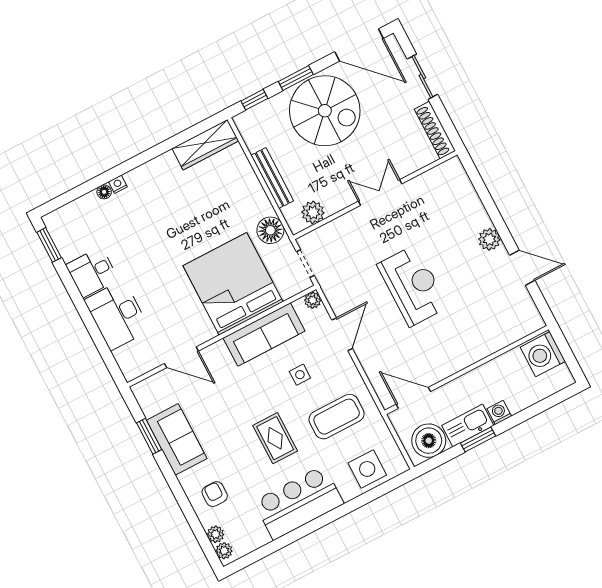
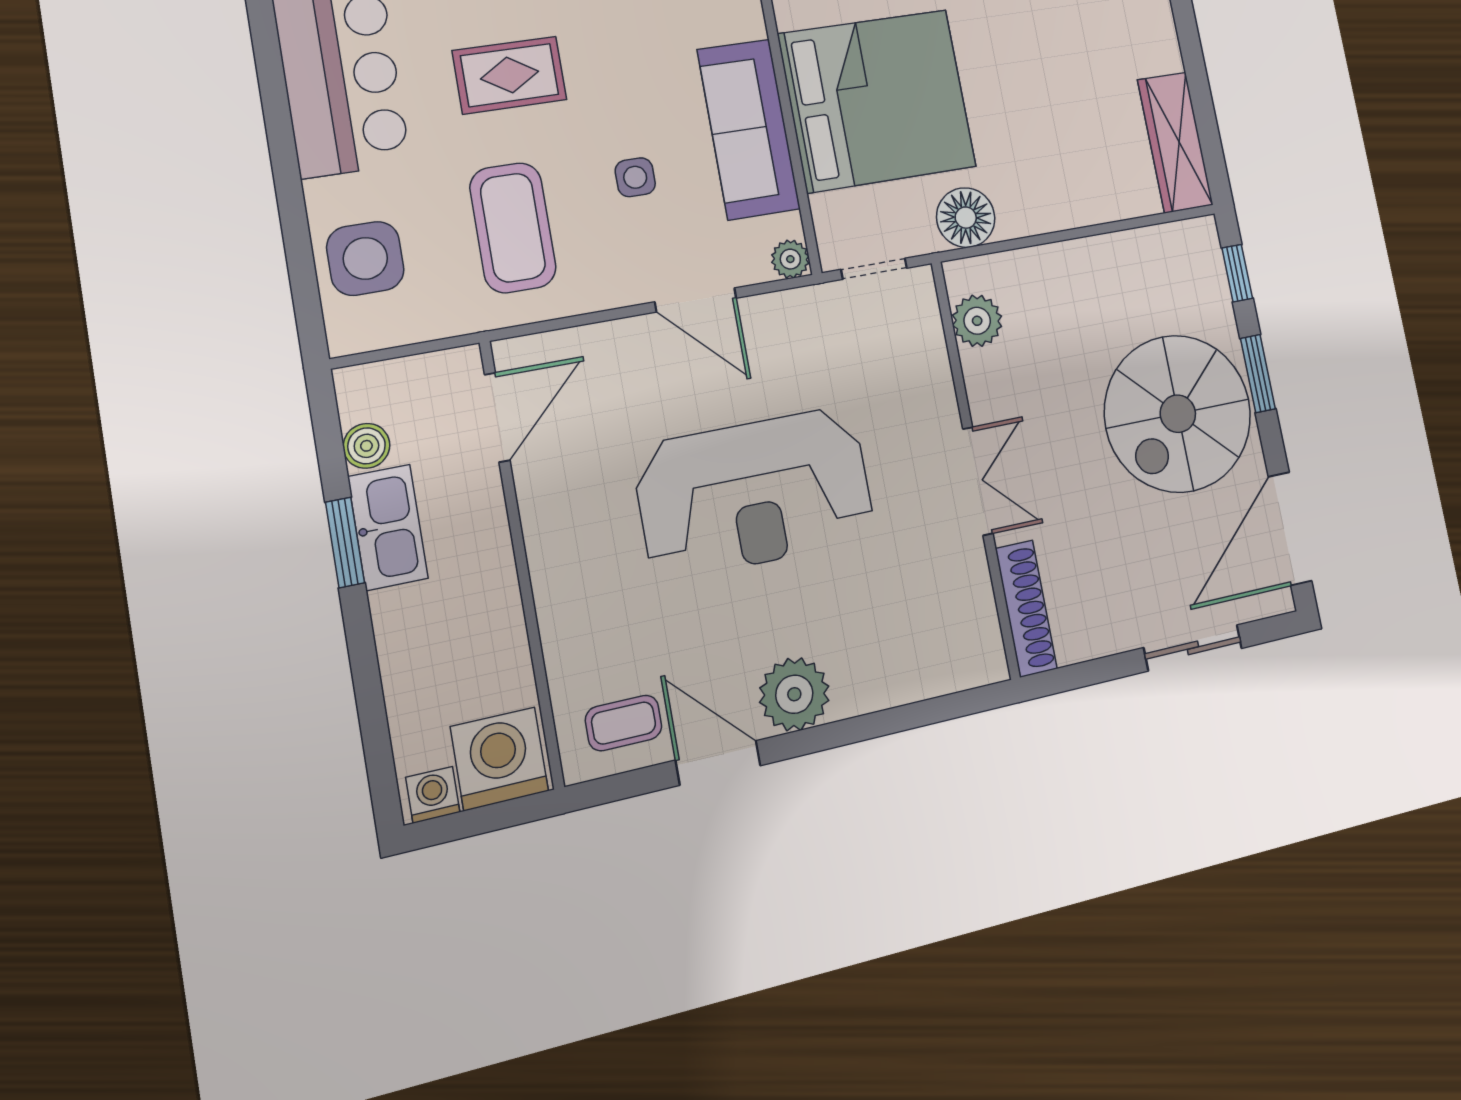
shoe rack: (435, 130) -> (1026, 609), moved, turned 90
bench: (272, 178) -> (1072, 258), removed
plant: (489, 239) -> (794, 694), width x1.36, depth x1.36
door: (522, 268) -> (718, 763), swing flipped
reception desk: (413, 286) -> (755, 493), width x1.36, depth x1.30
coffee table: (517, 310) -> (624, 723), added
washing machine: (499, 412) -> (433, 795), moved, turned -90
boiler: (429, 441) -> (366, 446), width x0.54, depth x0.54

